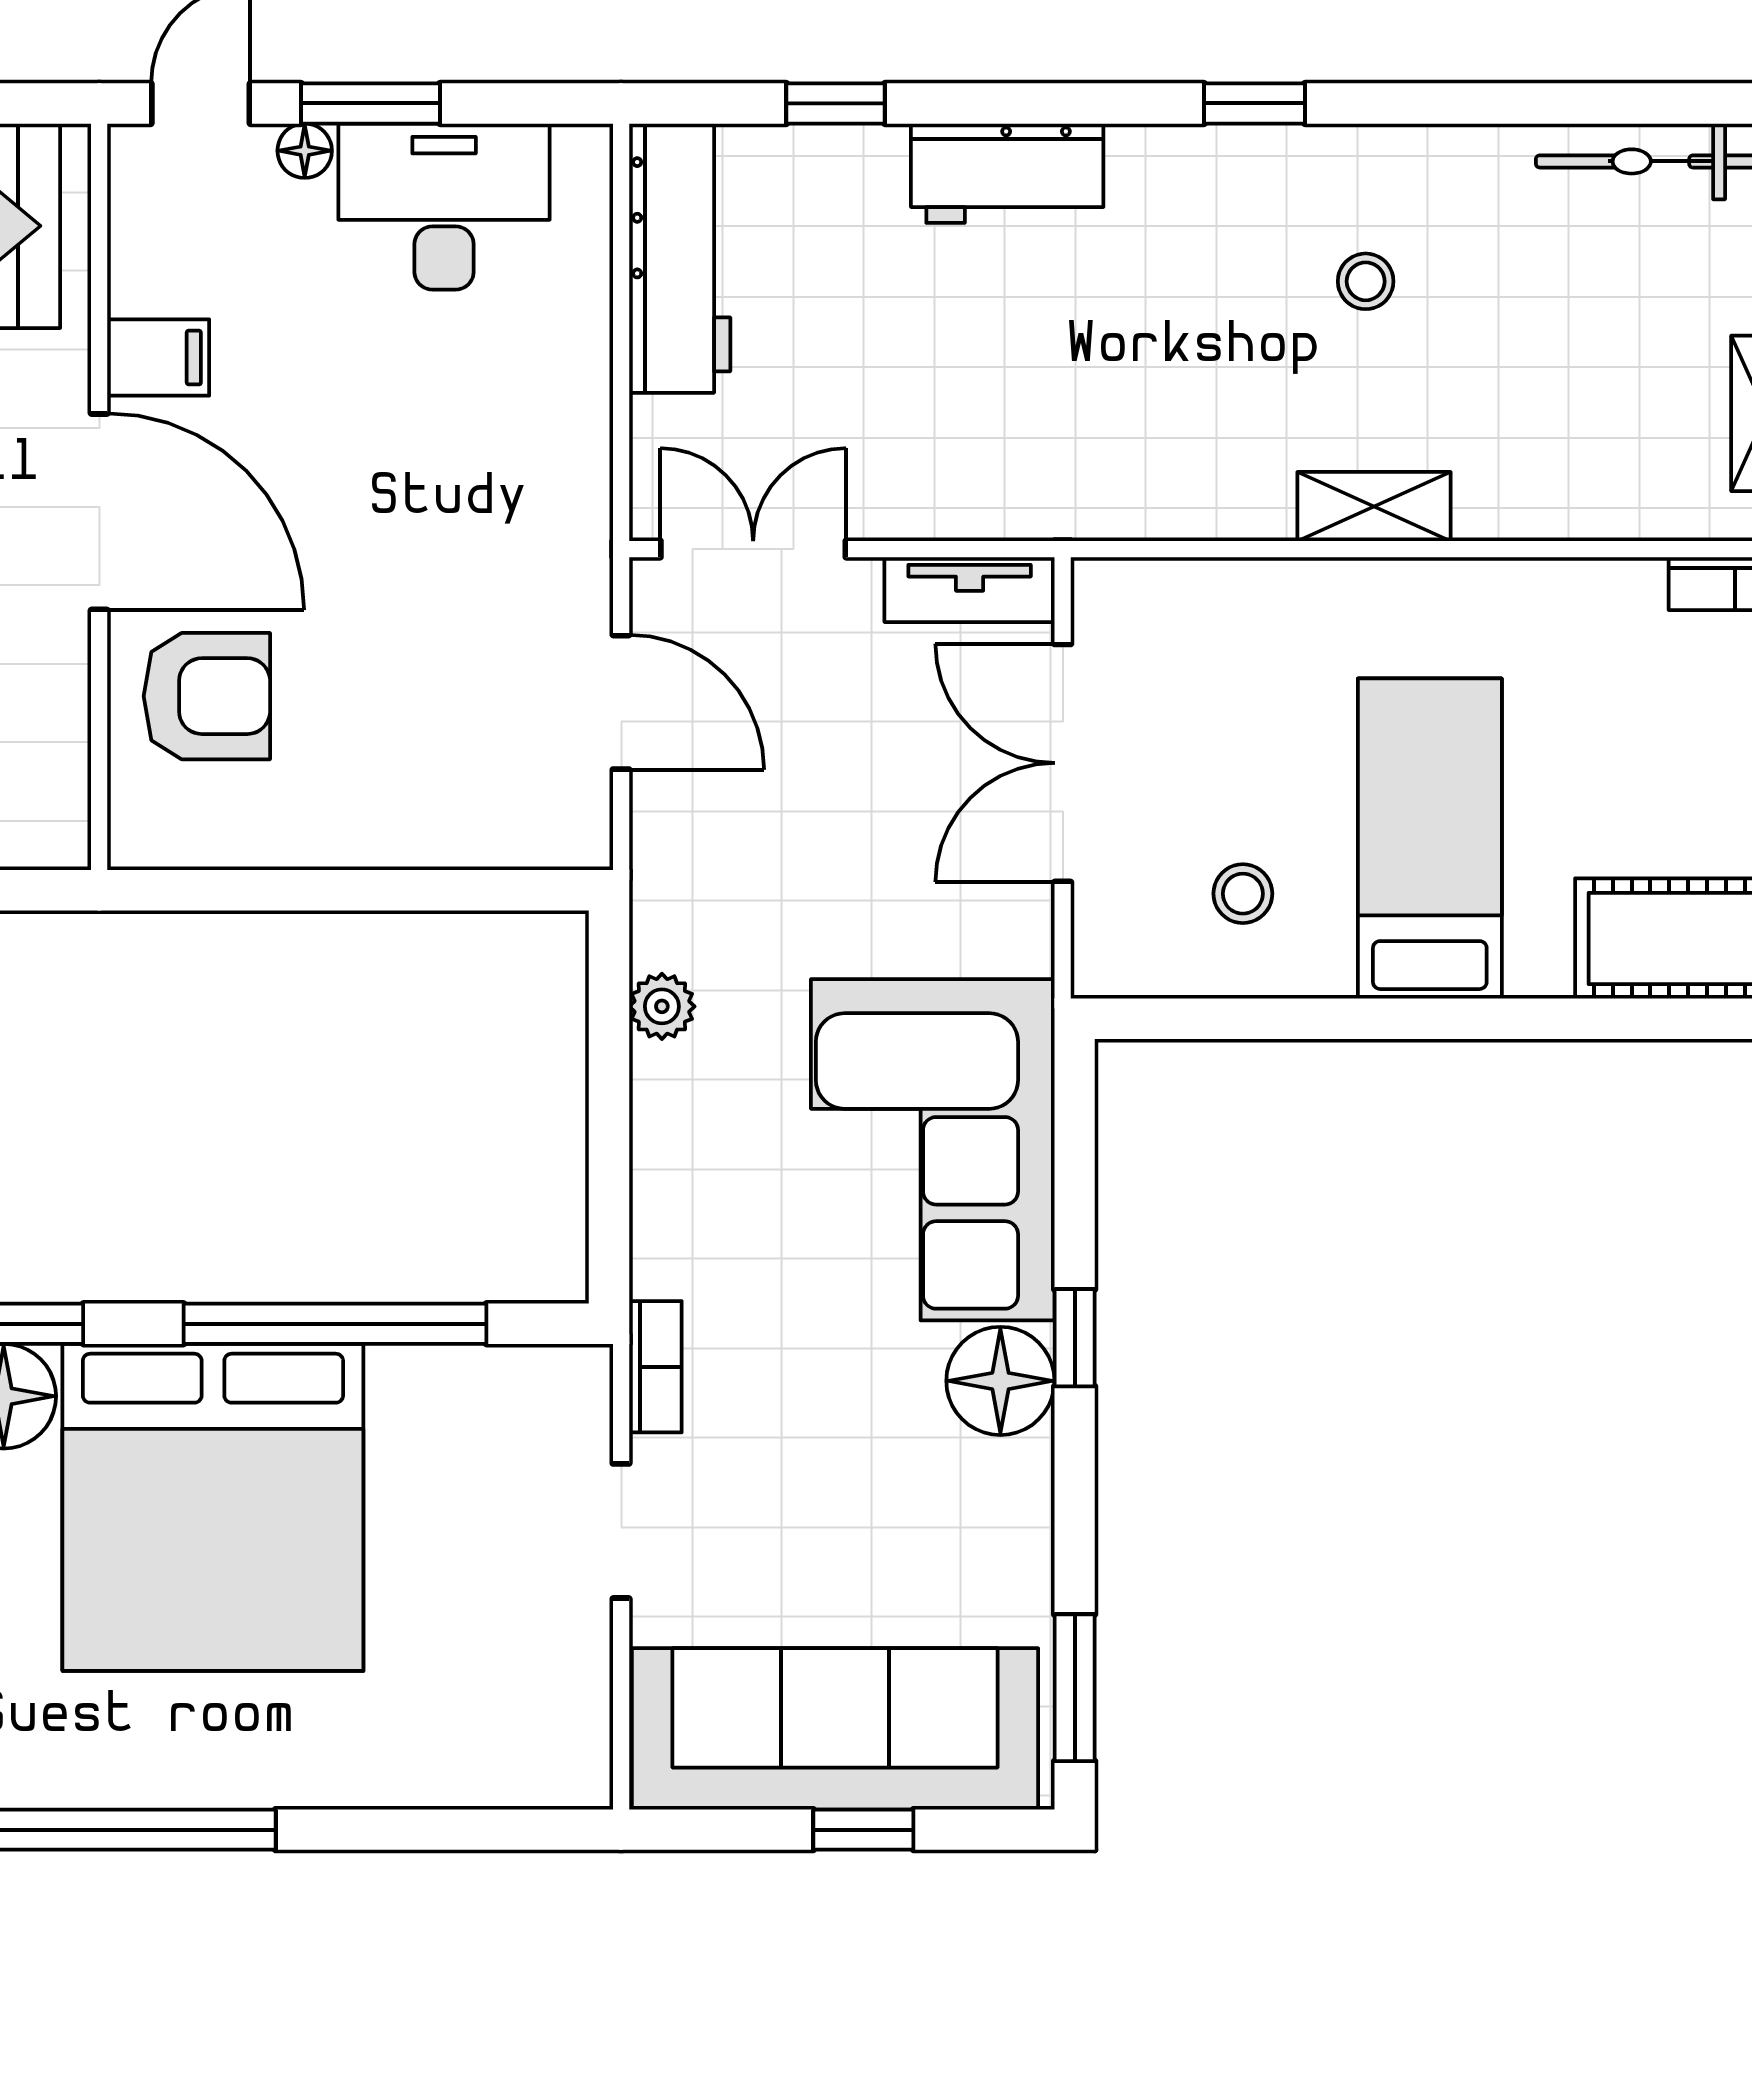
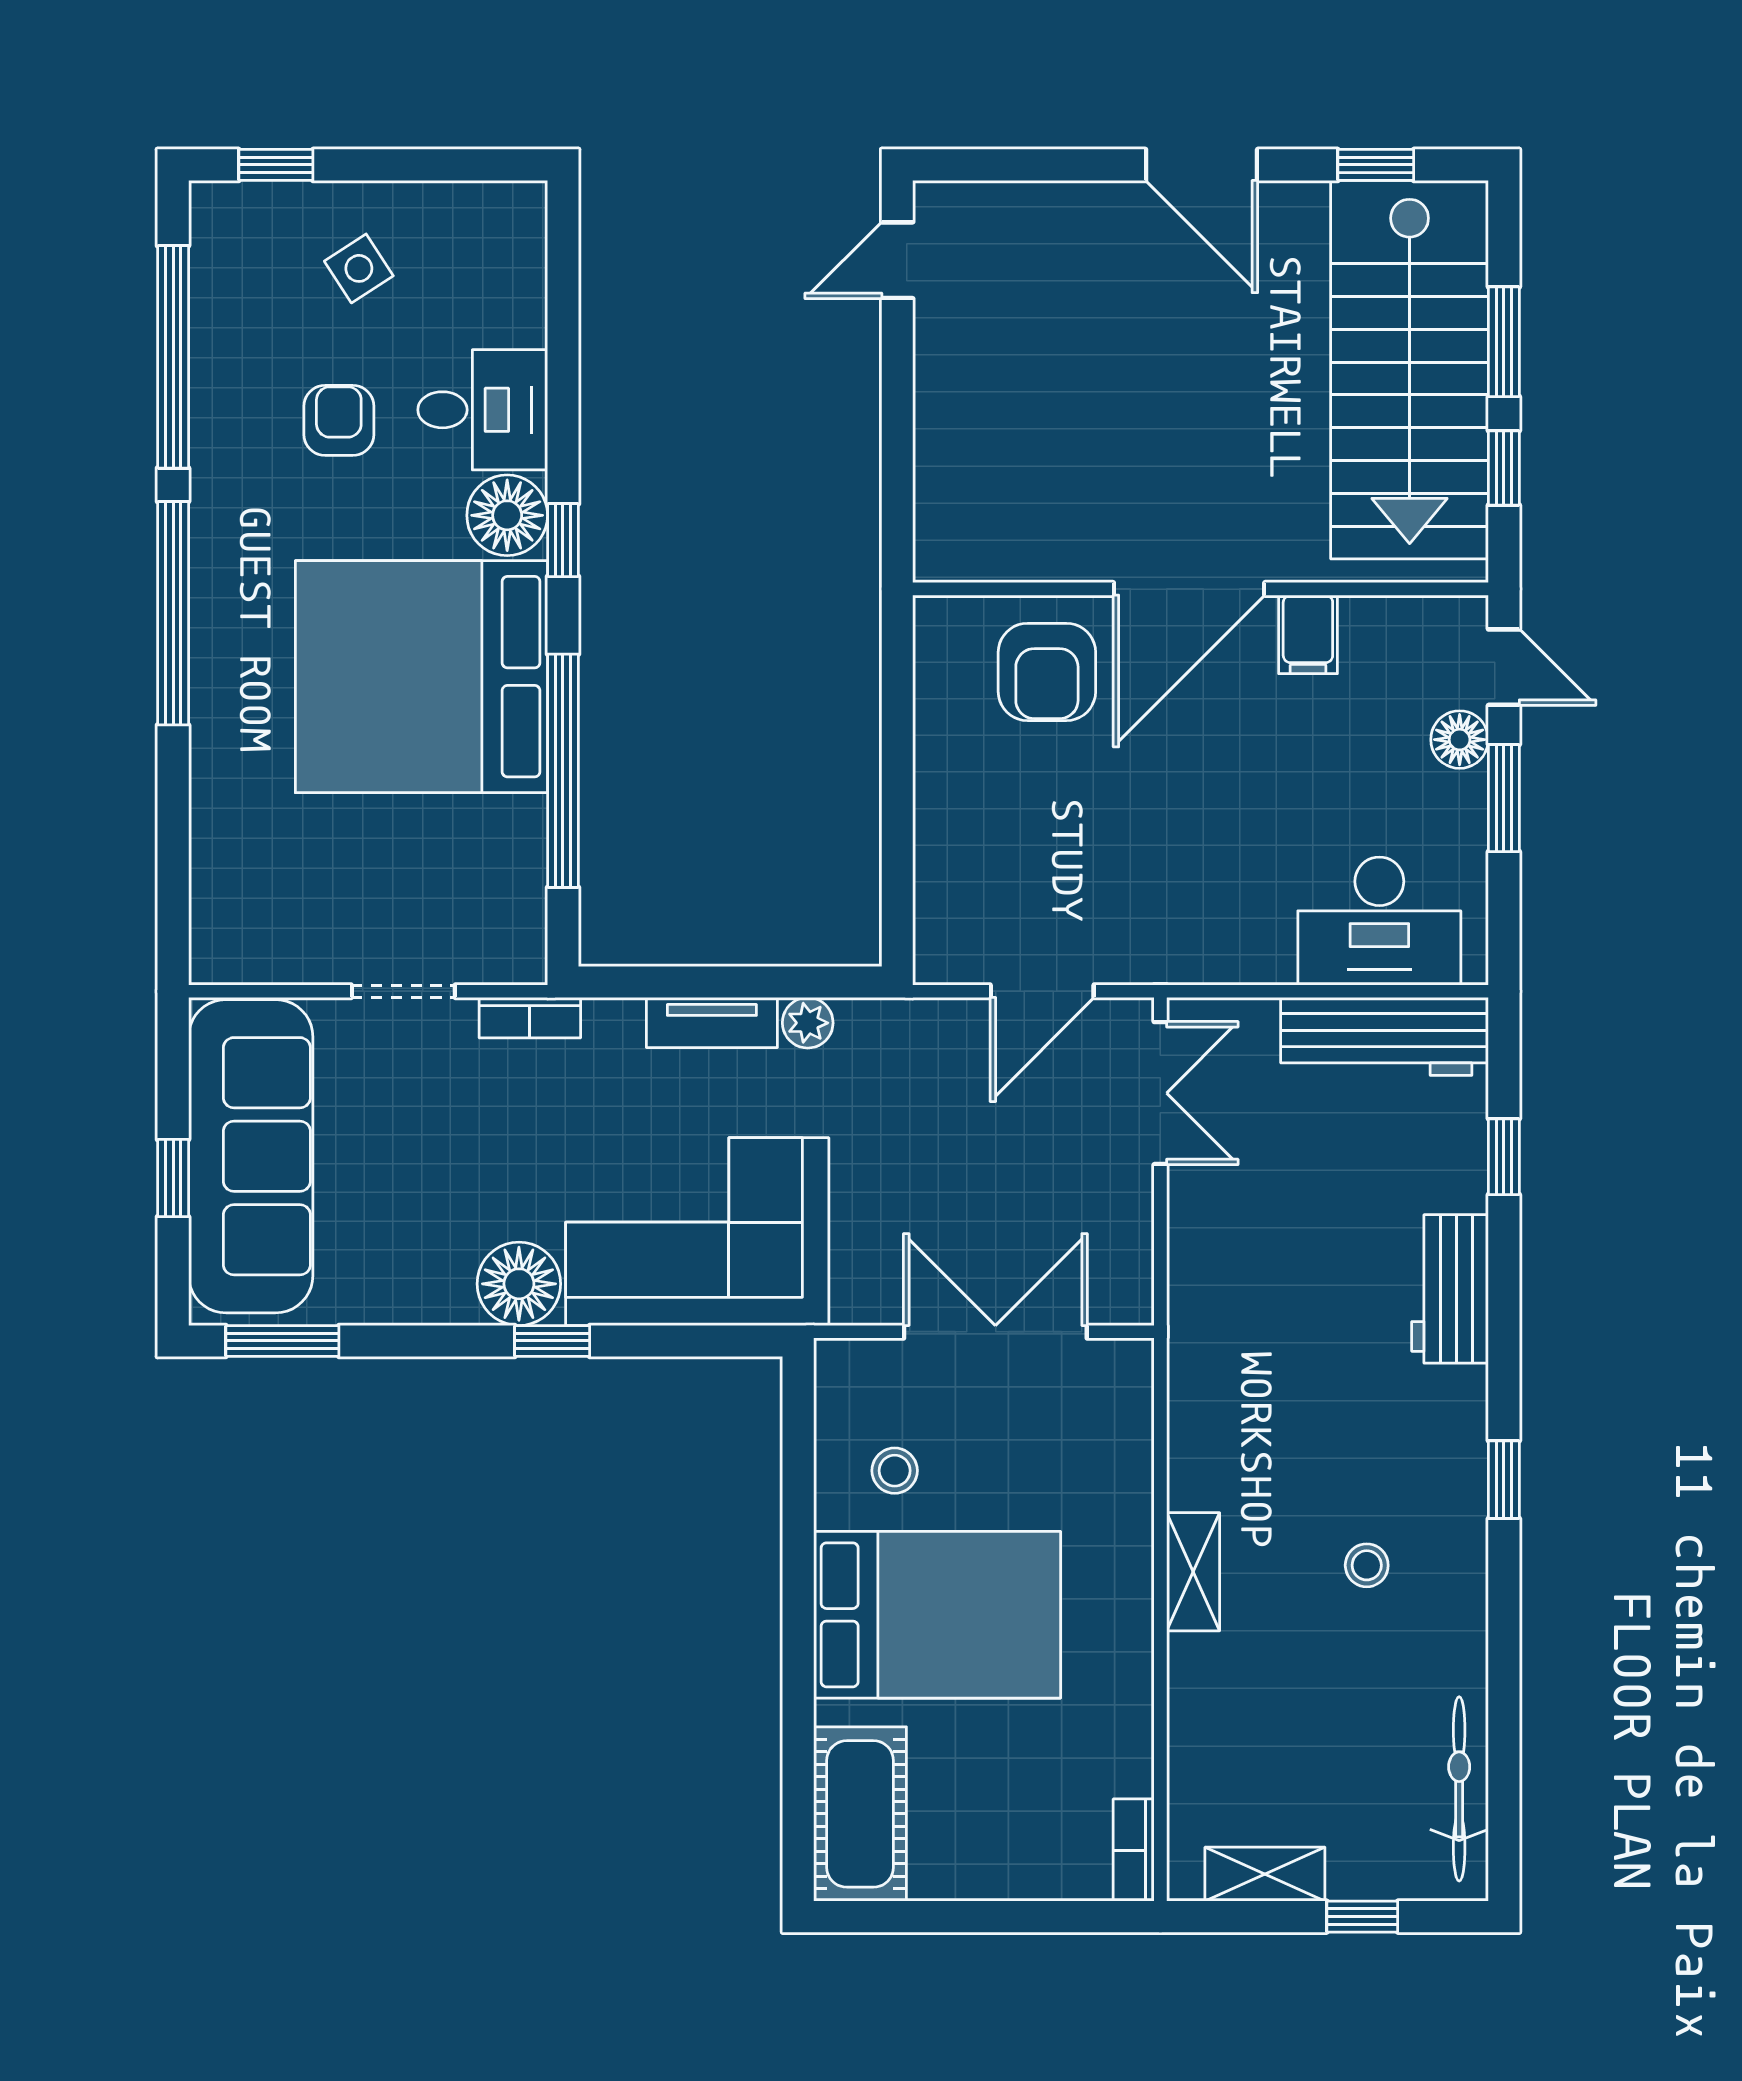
floor lamp: (305, 151) -> (1460, 740), width x1.37, depth x1.37
desk: (444, 207) -> (1379, 921), moved, turned 90
tv unit: (970, 590) -> (712, 1022), moved, turned -90
bed: (1430, 839) -> (937, 1615), width x1.50

